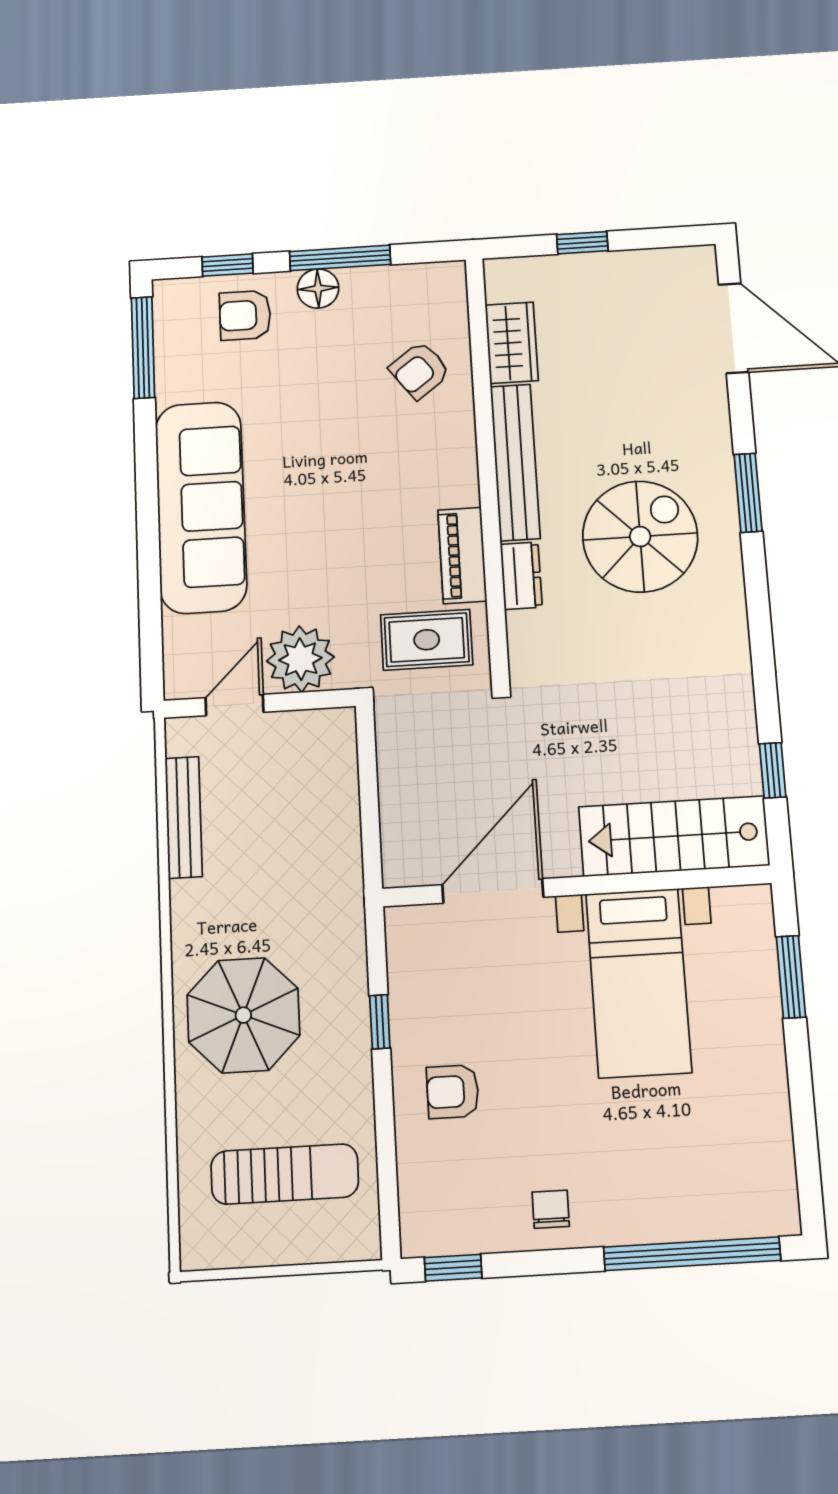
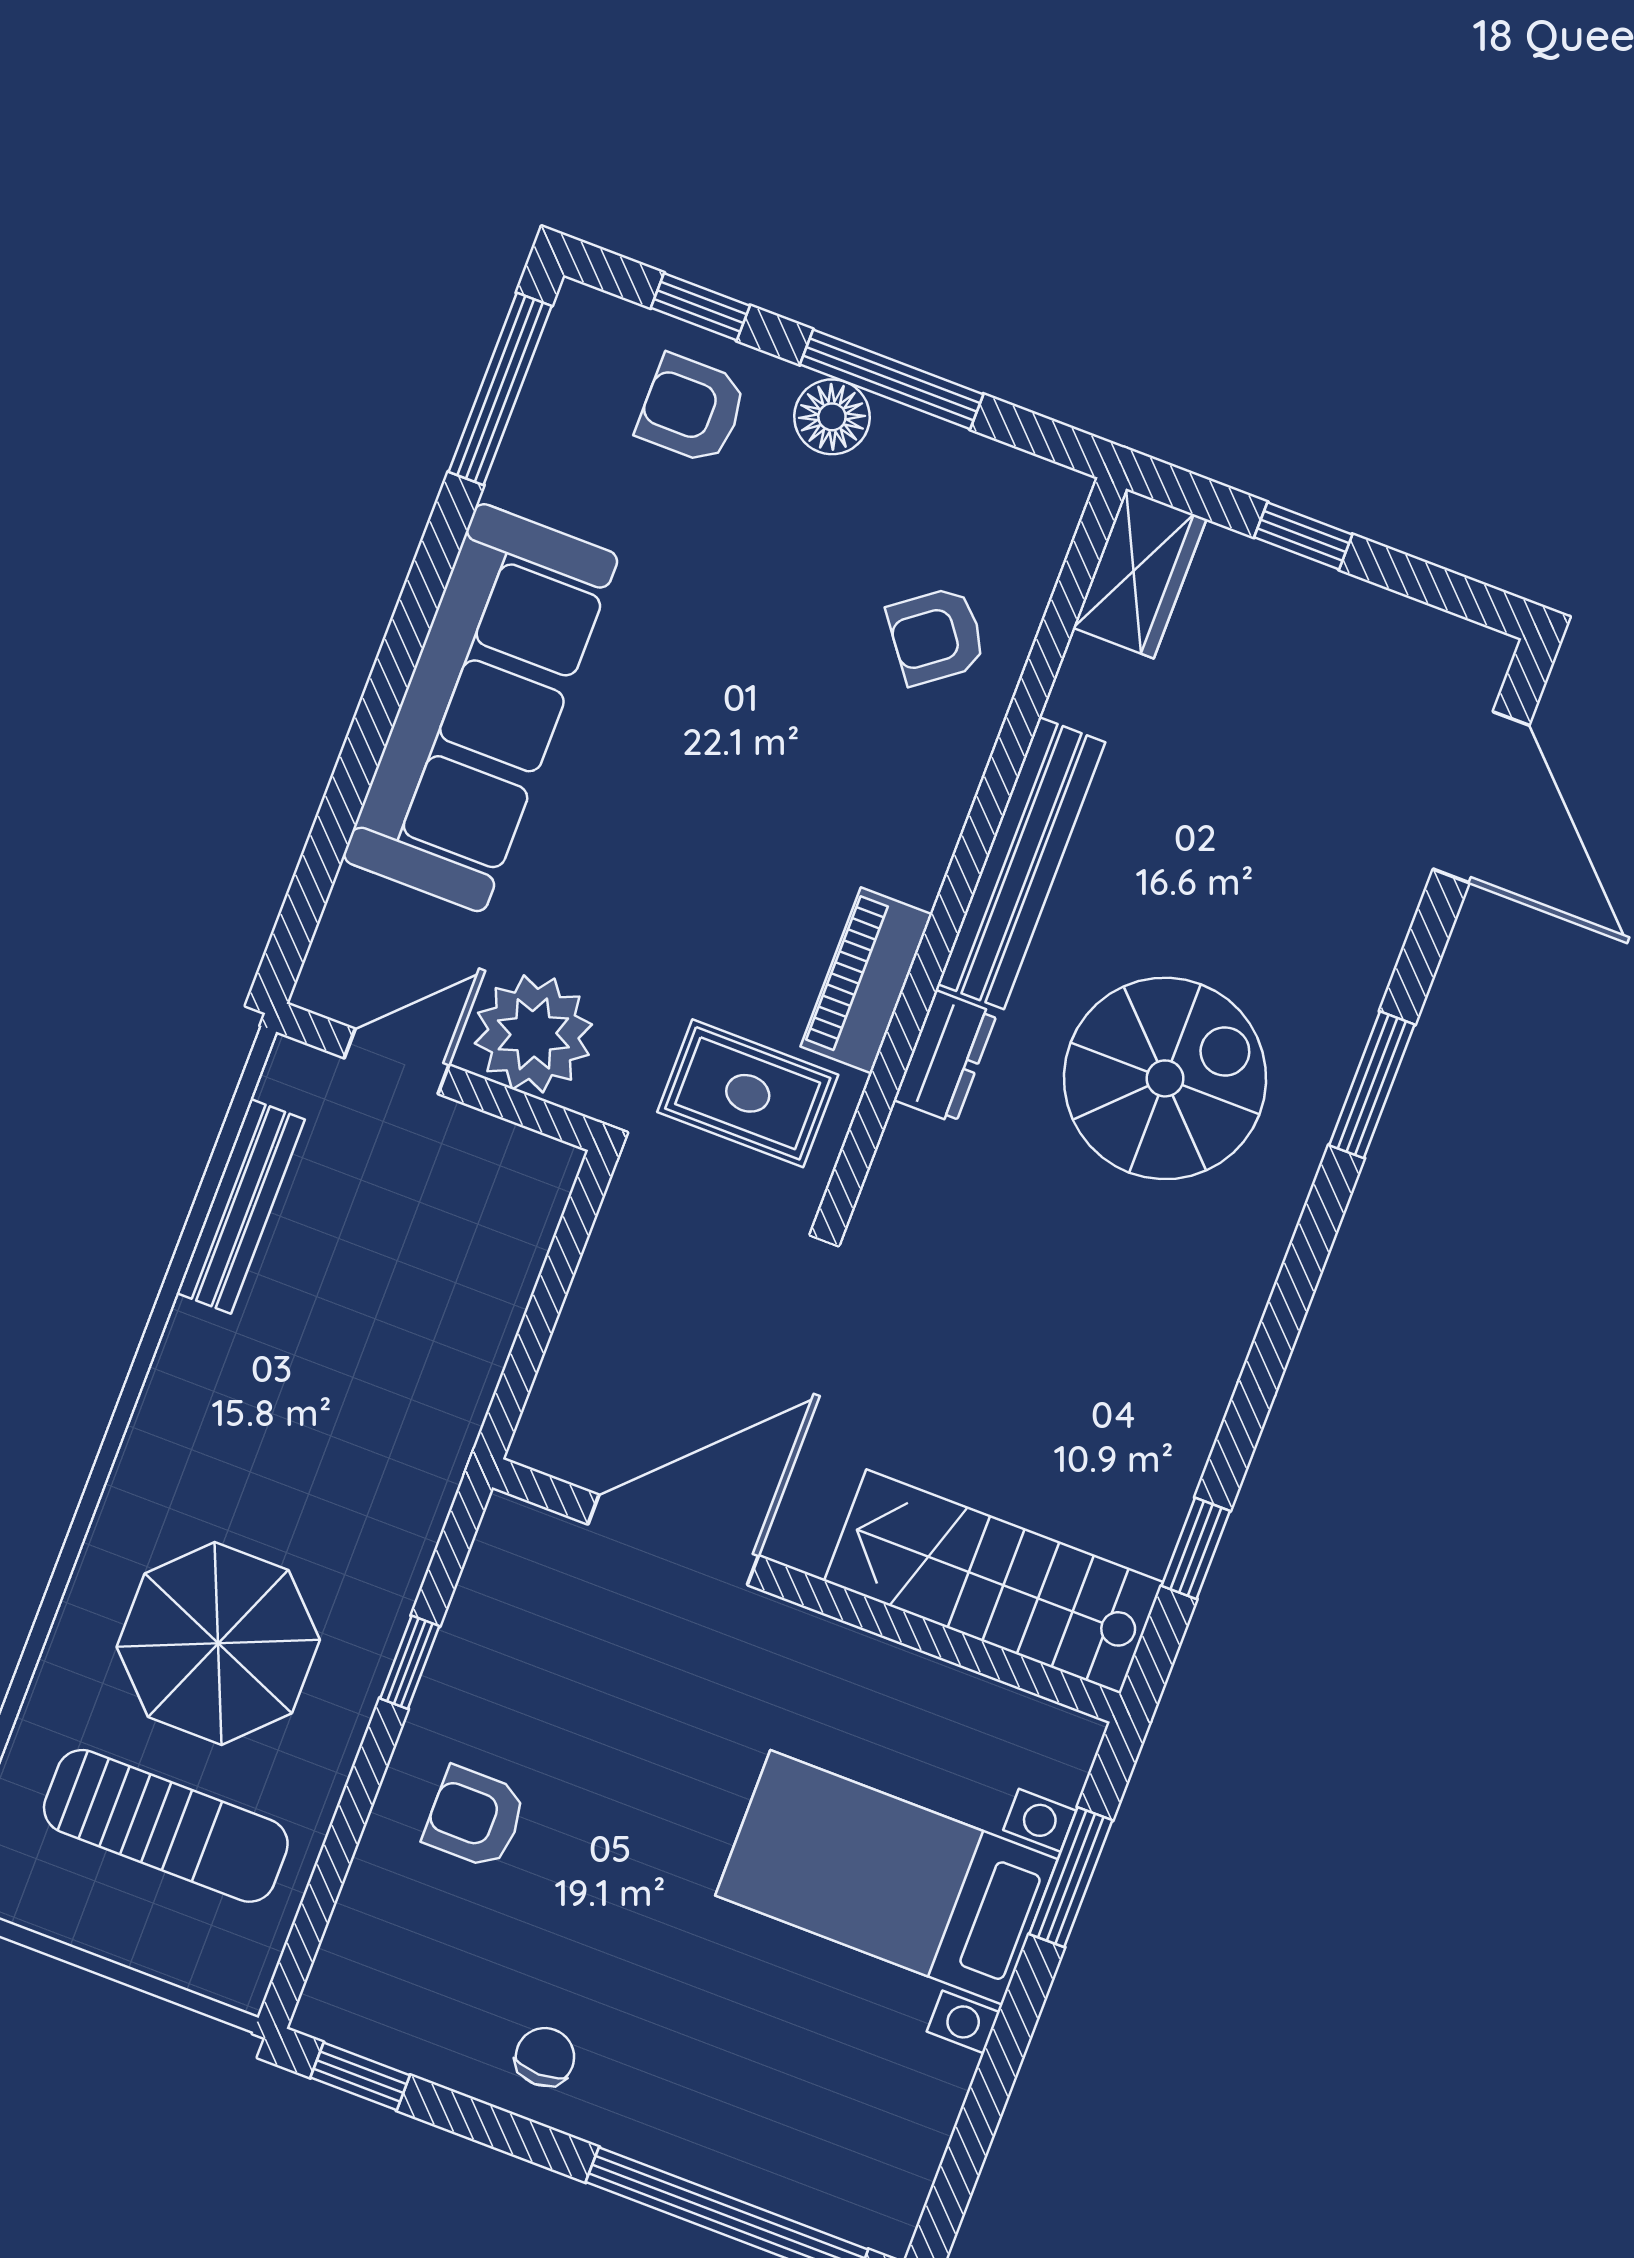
wardrobe: (512, 343) -> (1140, 573), moved
bed with nightstands: (639, 983) -> (886, 1877), moved, turned 90
parasol: (243, 1015) -> (218, 1643), moved

